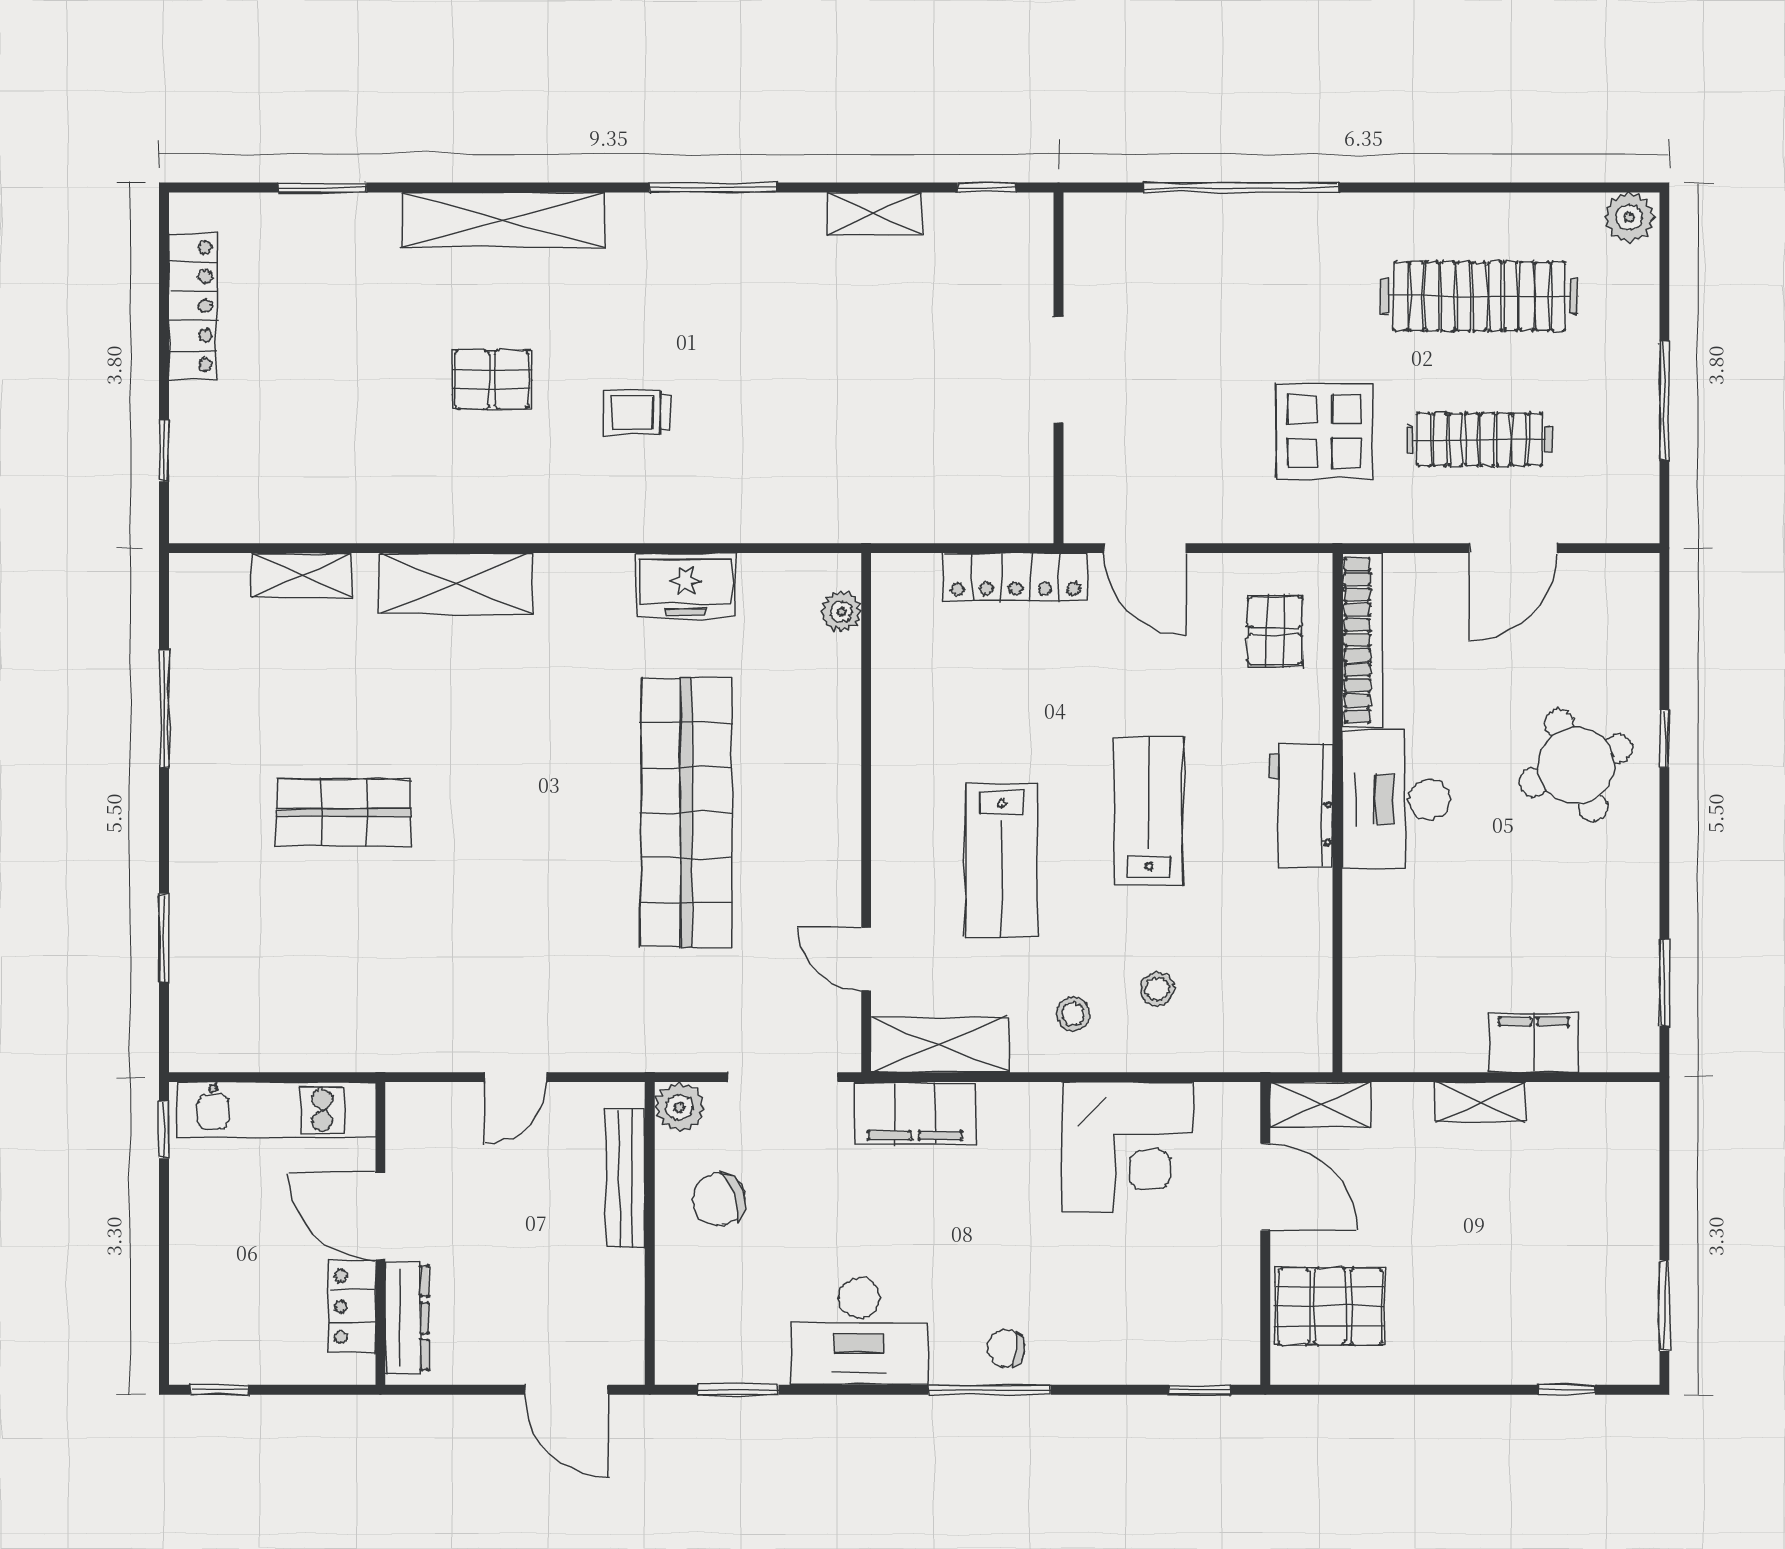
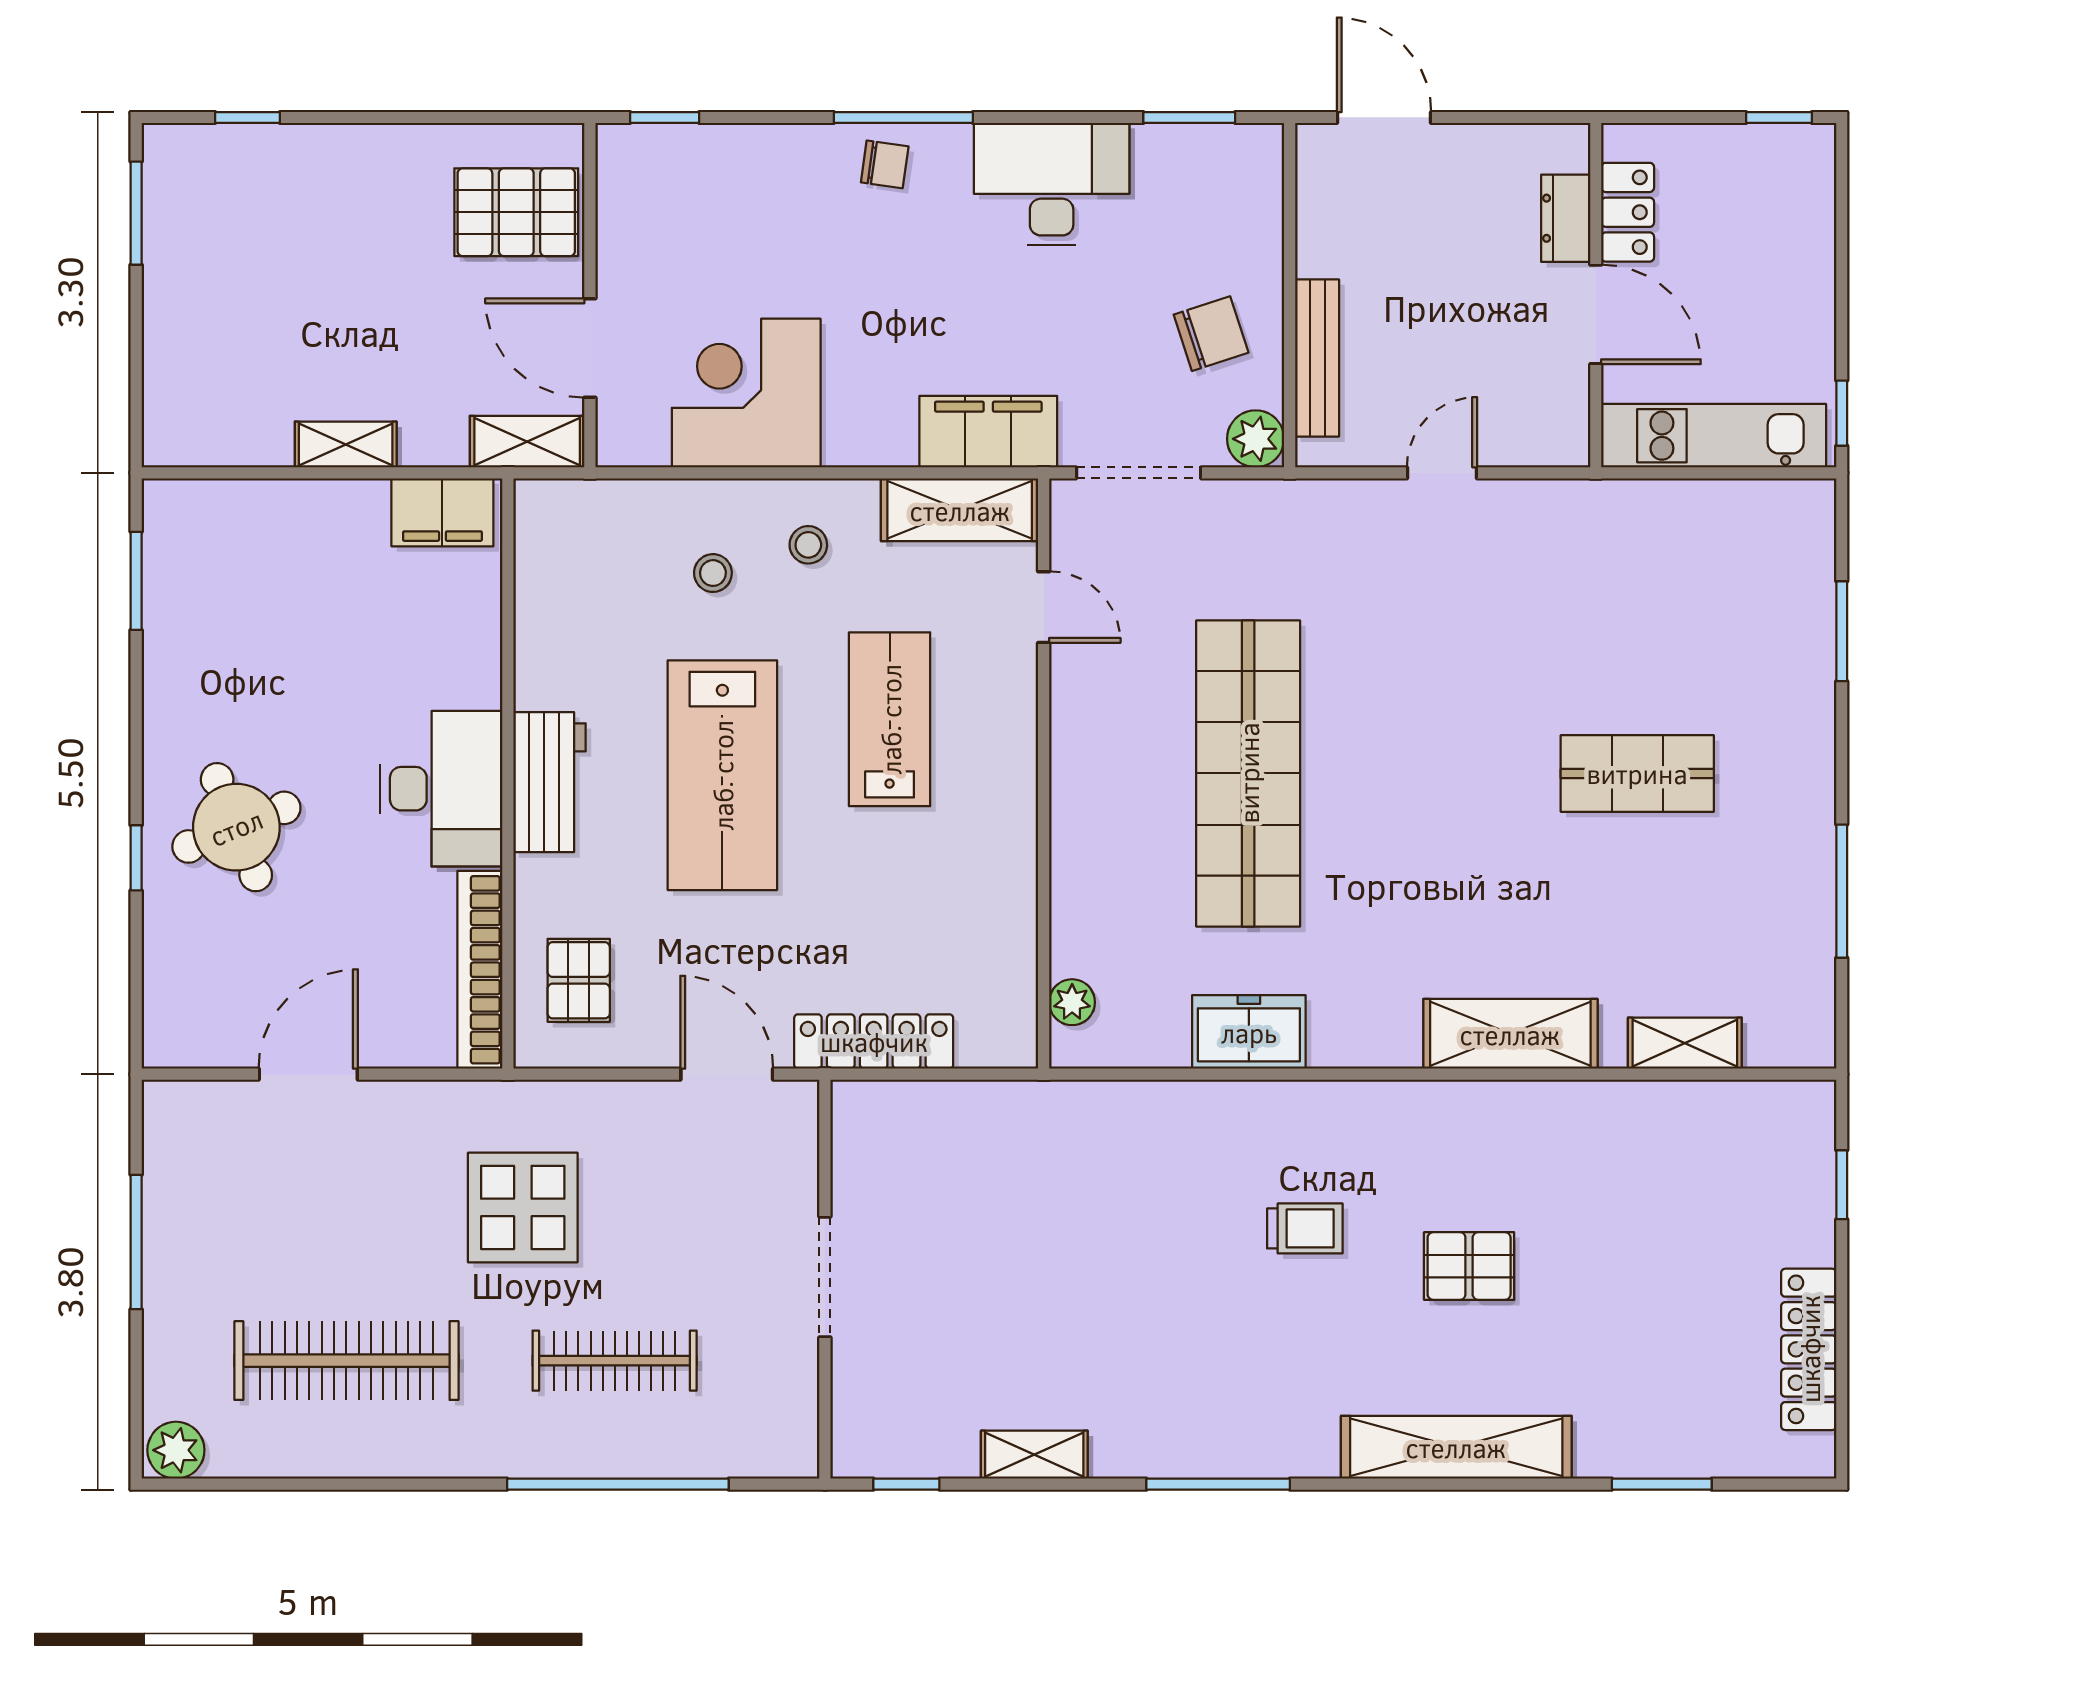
clothes rail: (1479, 439) -> (615, 1361), moved
lab bench: (1149, 811) -> (722, 775), width x1.36, depth x1.39
filing cabinet: (1534, 1042) -> (442, 512), moved
dresser: (407, 1318) -> (1566, 218), width x0.70

